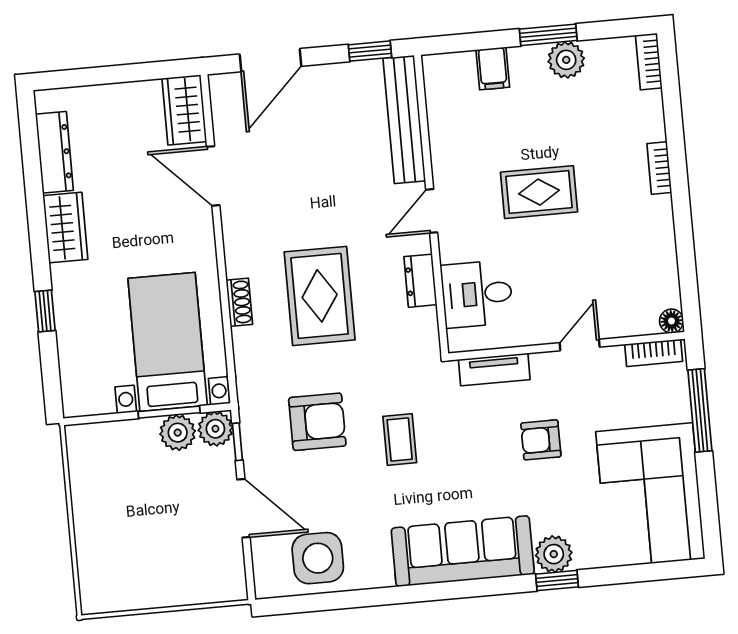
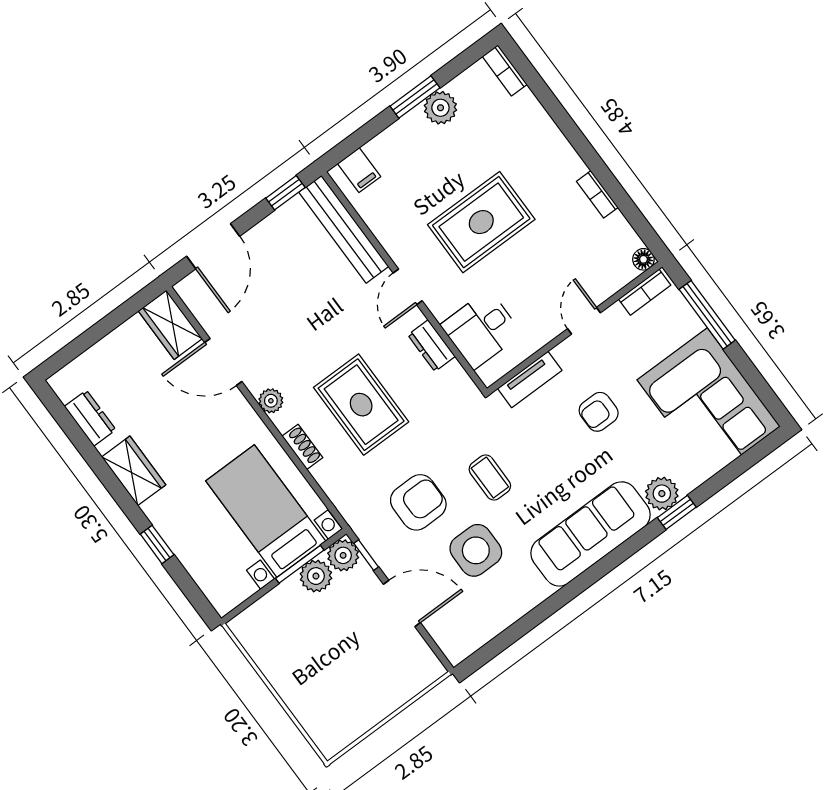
filing cabinet: (493, 68) -> (359, 170), moved
dresser: (54, 152) -> (90, 418), width x0.70
bookcase: (659, 168) -> (597, 194), moved
rug: (539, 192) -> (481, 222), width x1.36, depth x1.43
plant: (236, 240) -> (271, 401), added
side table: (318, 558) -> (476, 550), moved

